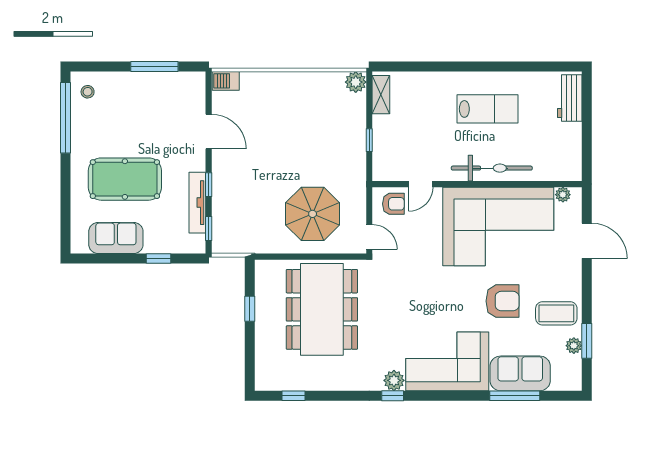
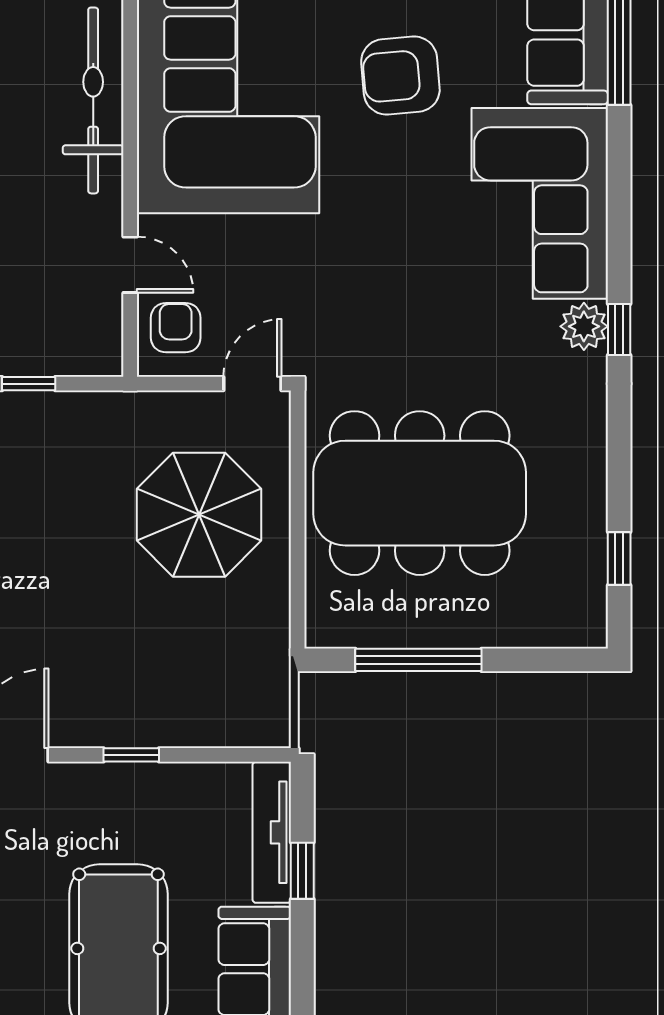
tv unit: (197, 203) -> (272, 832), moved, turned 90
window: (209, 228) -> (233, 755), removed
armchair: (503, 301) -> (400, 76), turned -95
window: (250, 309) -> (418, 660), width x2.17

